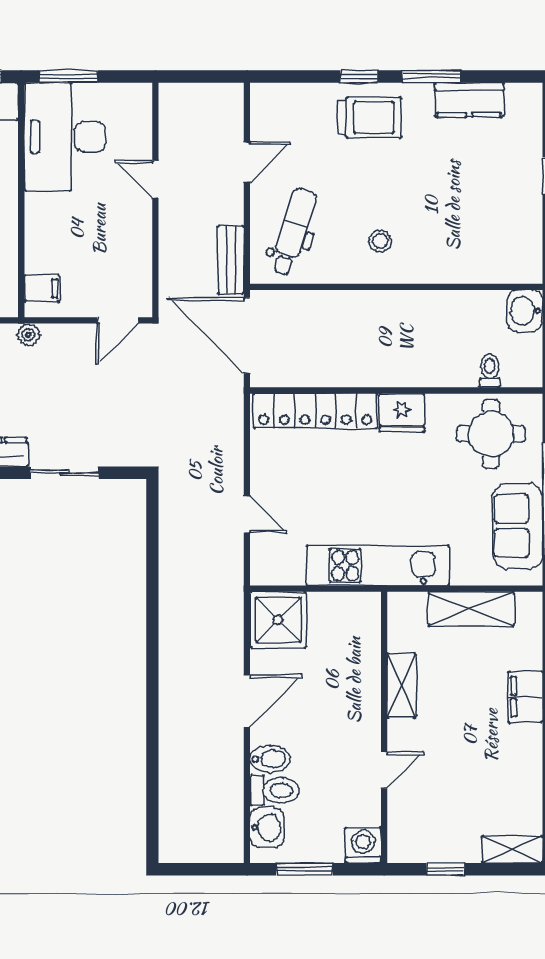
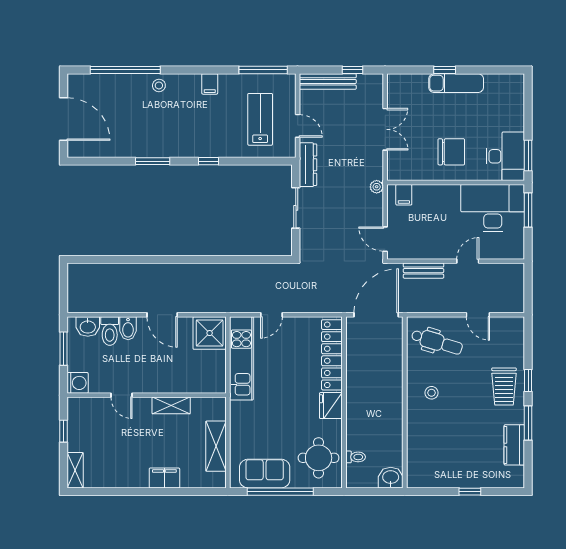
bench: (231, 260) -> (424, 271), moved
kitchen unit: (378, 566) -> (241, 358), moved

